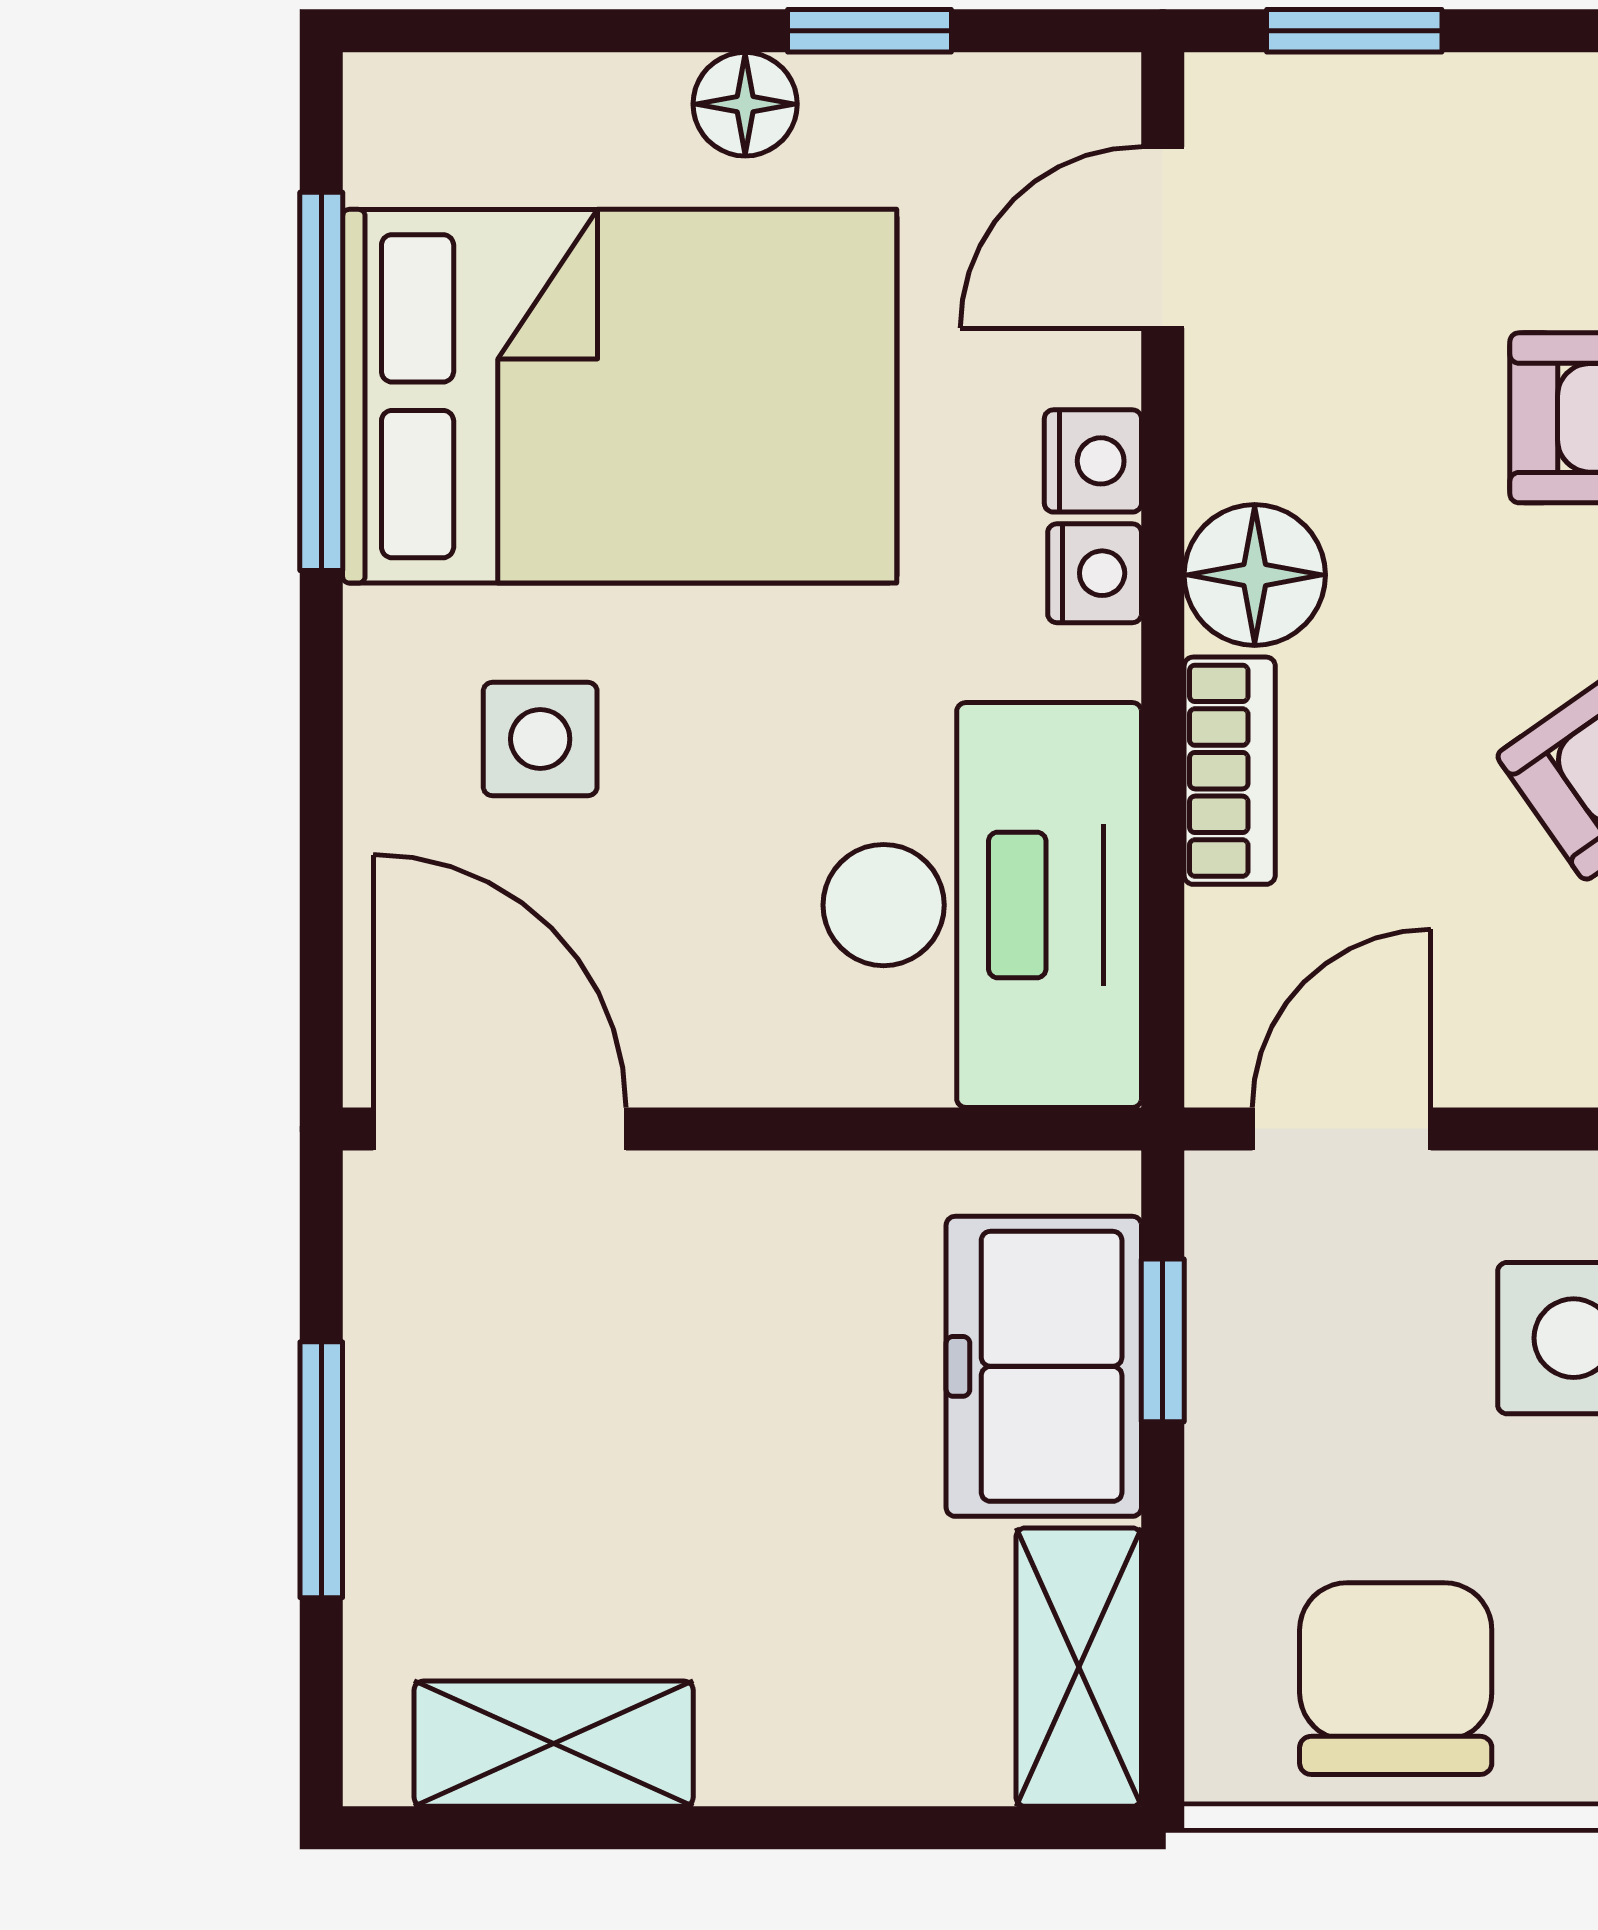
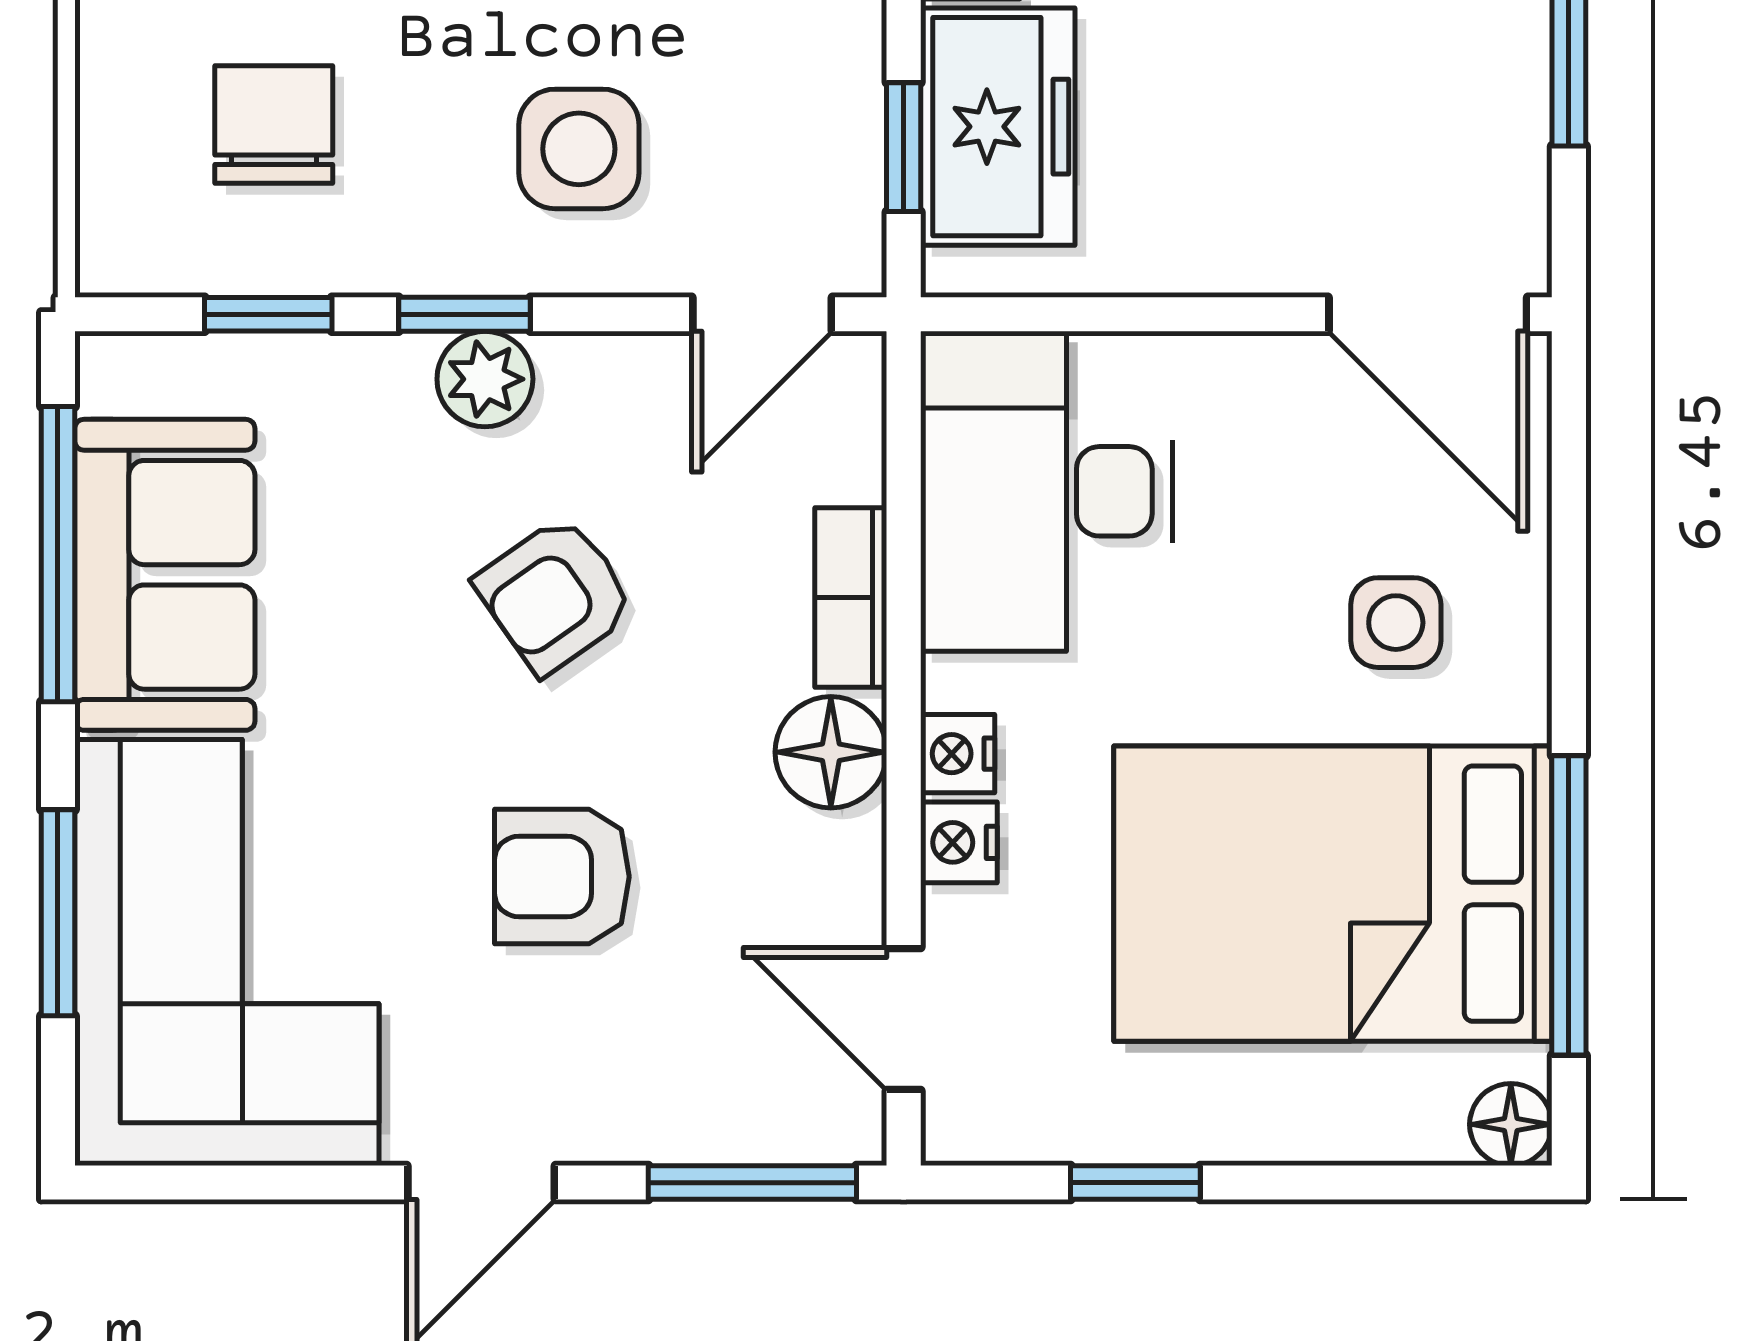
window: (1354, 31) -> (752, 1183), width x1.50
floor lamp: (745, 104) -> (1511, 1124), moved
door: (1163, 237) -> (904, 1019), swing flipped

